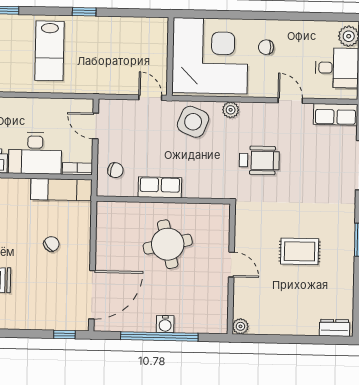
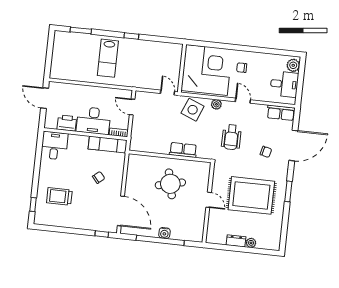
door: (290, 101) -> (243, 101), moved
wheelchair: (259, 160) -> (231, 137), turned 90
chair: (115, 170) -> (266, 152), moved
row of seats: (160, 187) -> (183, 150), moved
rug: (300, 251) -> (251, 195), width x1.86, depth x2.06
door: (92, 295) -> (121, 211), hinge flipped
plant: (240, 326) -> (251, 243), moved
dresser: (334, 328) -> (236, 241), moved

